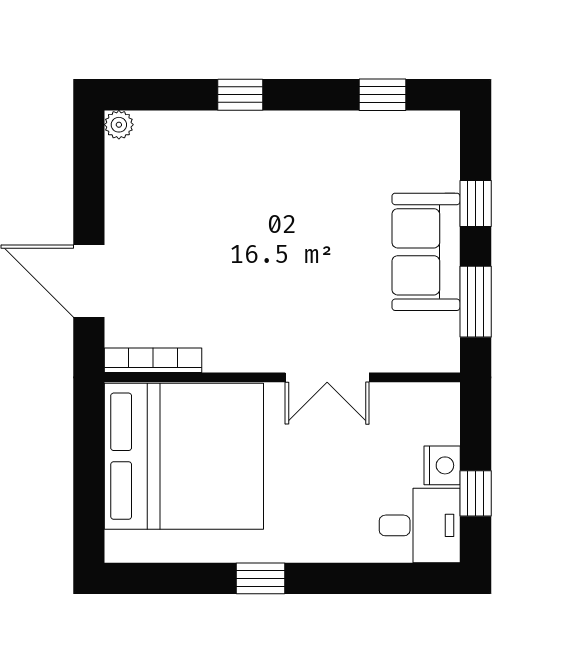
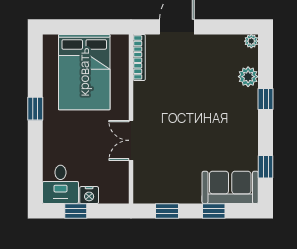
plant: (194, 131) -> (248, 77), added
sofa: (426, 252) -> (230, 187), moved
window: (476, 302) -> (167, 211), width x0.67
bed: (184, 456) -> (84, 72), width x0.73

